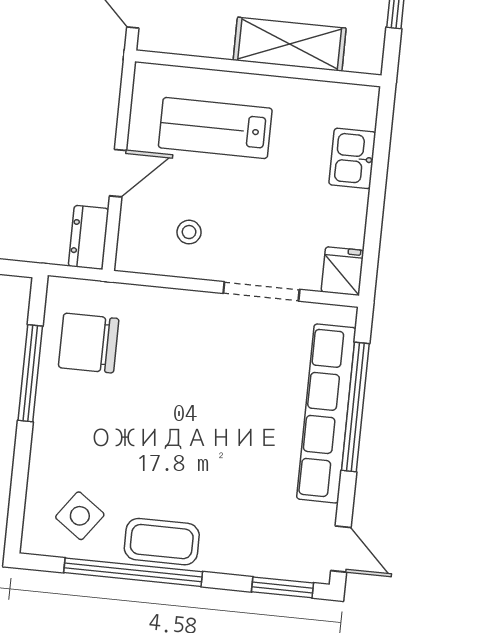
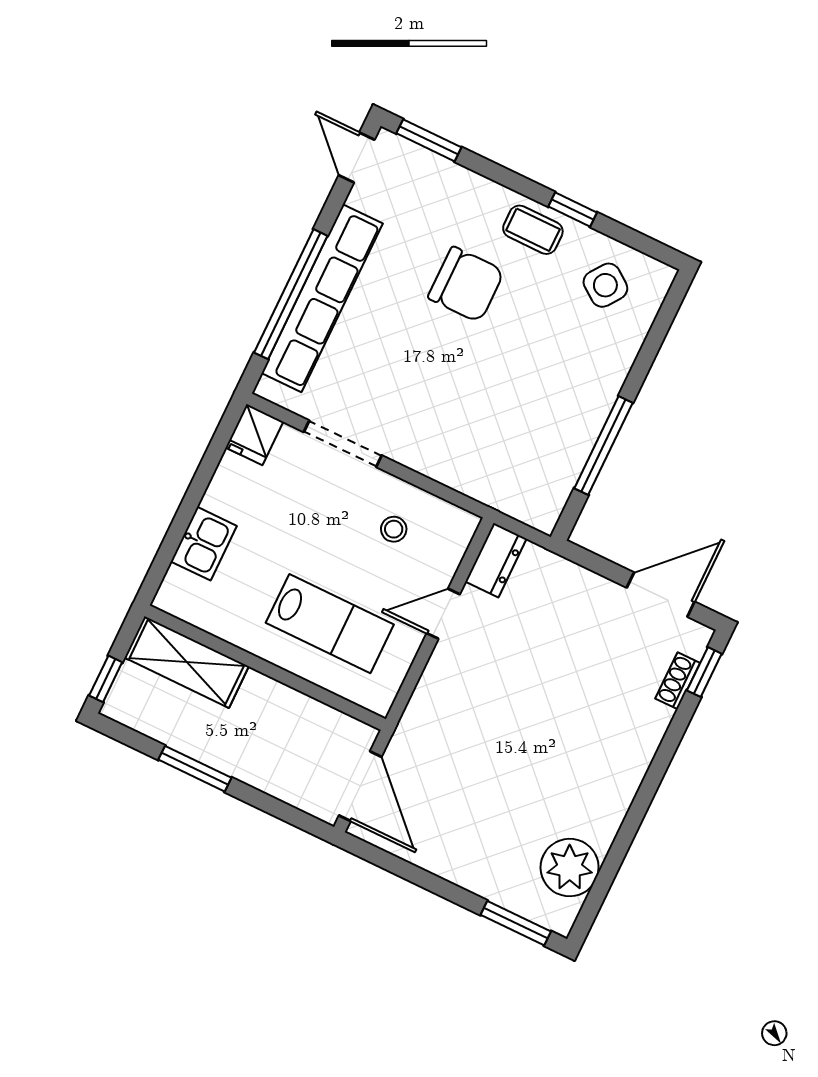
shelving: (290, 44) -> (187, 662), moved
chair: (89, 343) -> (466, 284), moved
coffee table: (162, 542) -> (533, 230), width x0.73, depth x0.77
window: (133, 572) -> (573, 210), width x0.32

